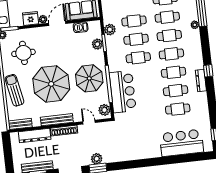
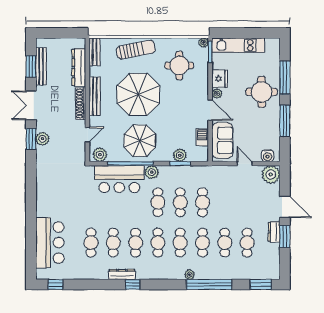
plant: (110, 30) -> (152, 172), moved

